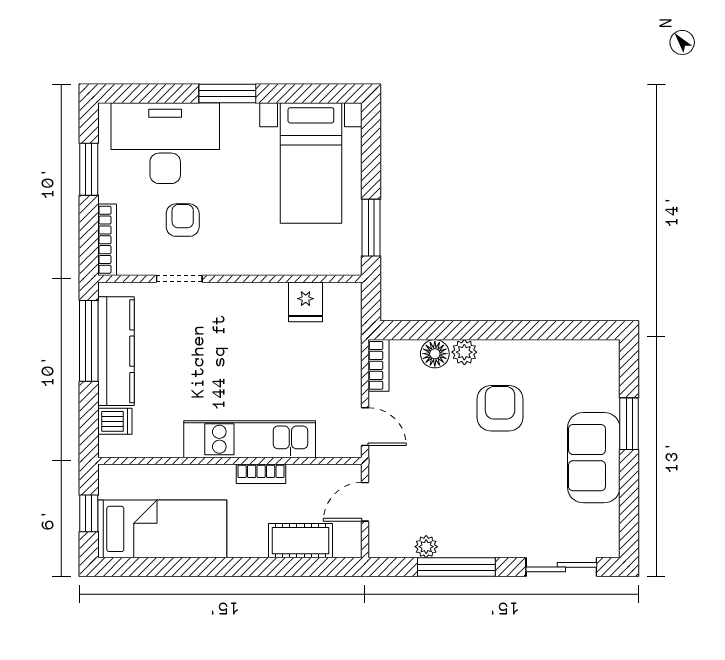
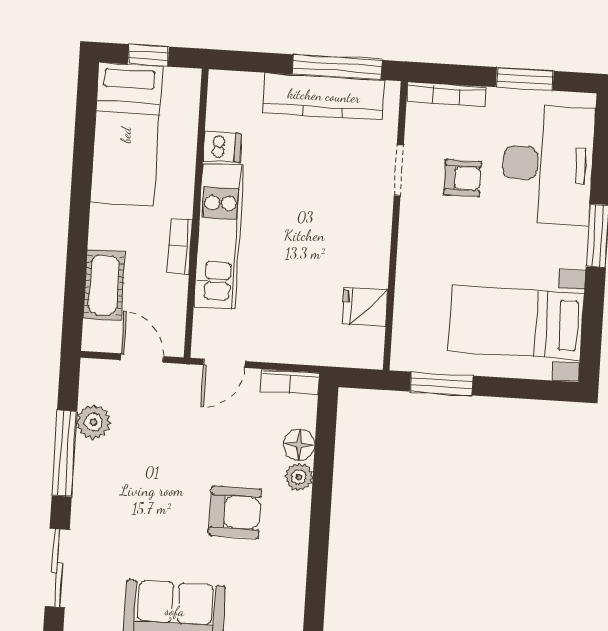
dishwasher: (115, 421) -> (222, 147), moved, turned -90
plant: (426, 547) -> (93, 422), width x1.38, depth x1.38

